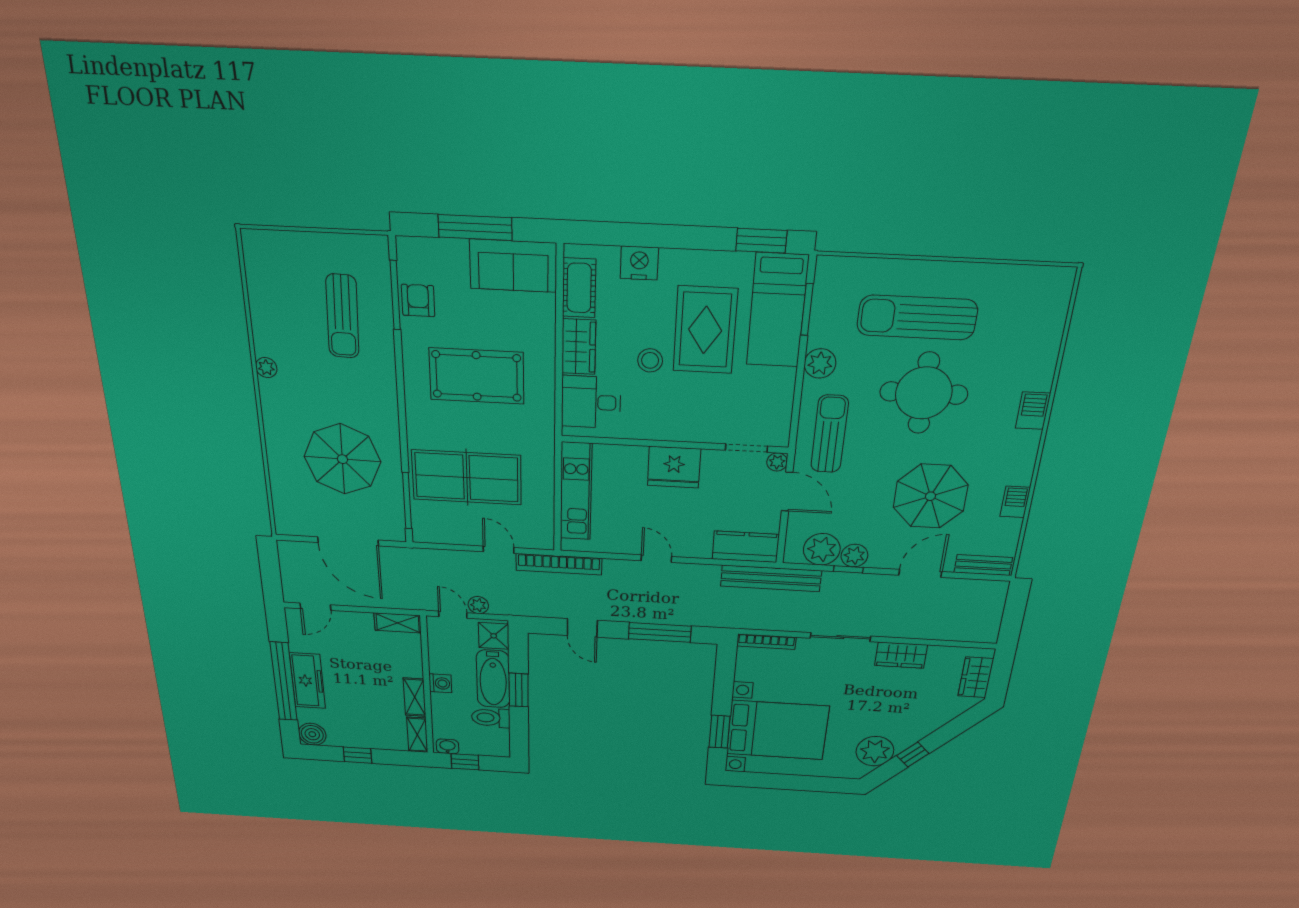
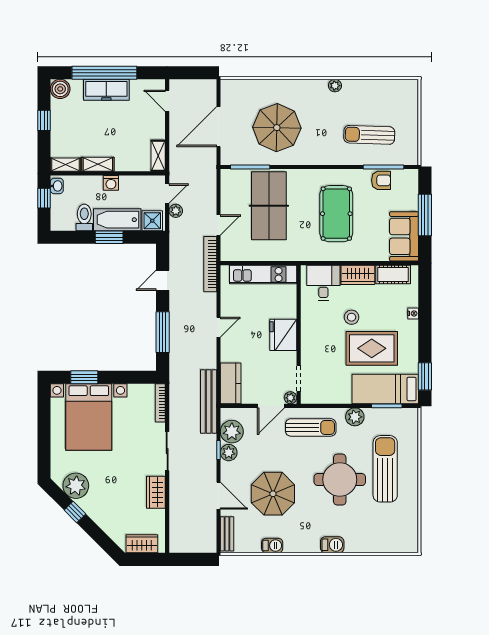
nightstand: (639, 263) -> (413, 313), width x0.53, depth x0.56

